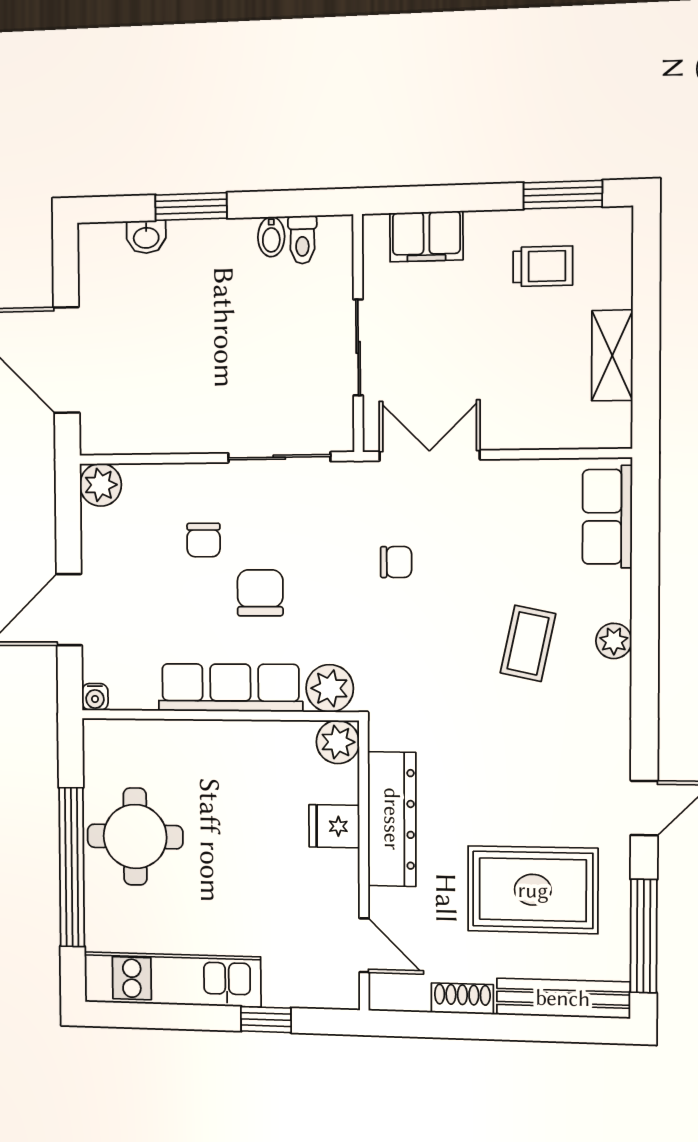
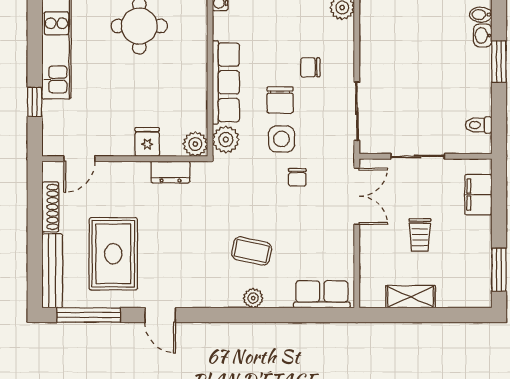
bidet: (271, 237) -> (481, 15), moved
trolley: (543, 266) -> (420, 235), moved
side table: (328, 590) -> (282, 139), added
chair: (260, 593) -> (280, 100), turned 90
dresser: (392, 819) -> (171, 172), width x0.51, depth x0.80
shoe rack: (462, 999) -> (50, 207), width x1.43

